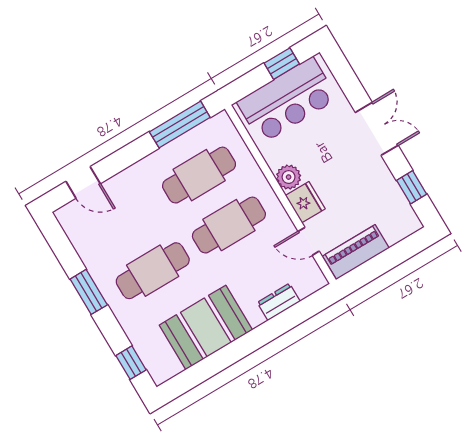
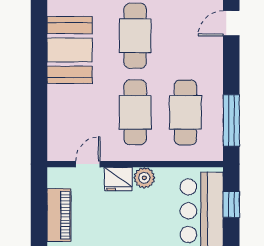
window: (282, 64) -> (231, 204), moved
piano: (356, 252) -> (59, 215), moved
dresser: (279, 302) -> (56, 115), removed

